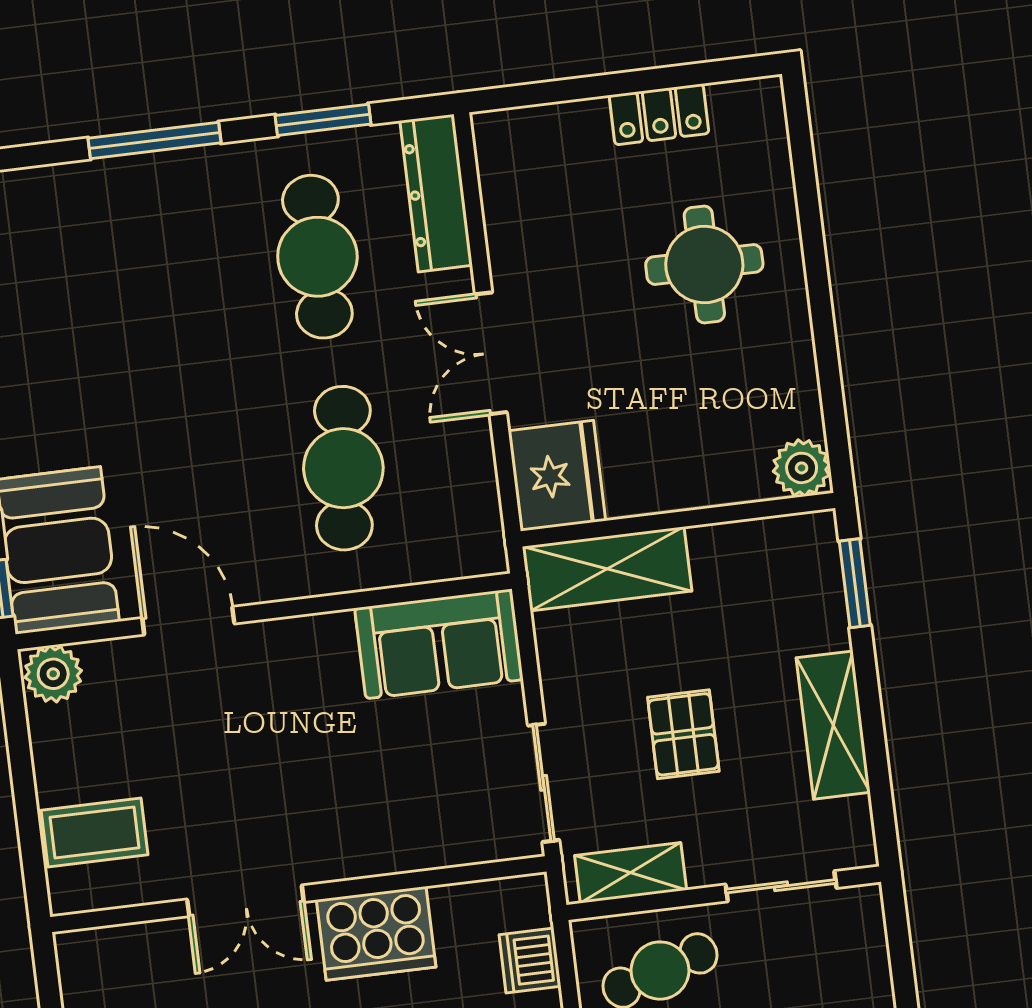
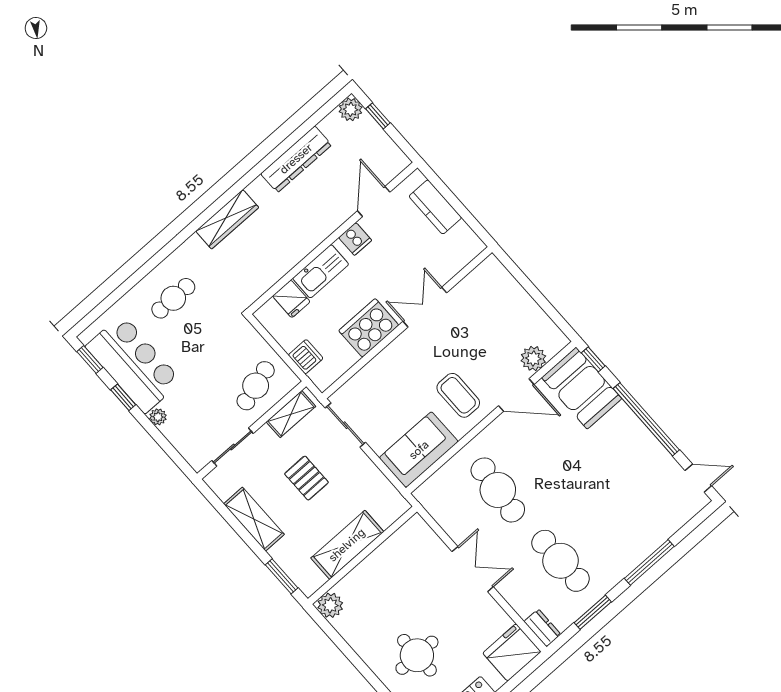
dresser: (436, 193) -> (542, 628), width x0.51, depth x0.80
fridge: (557, 476) -> (512, 652), moved, turned 90
shelving: (607, 569) -> (347, 545), moved
plant: (53, 674) -> (533, 358), moved
coffee table: (95, 832) -> (458, 395), moved, turned 90

